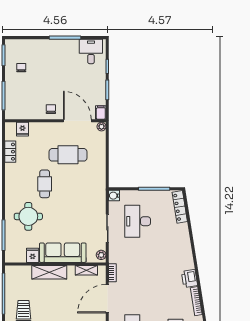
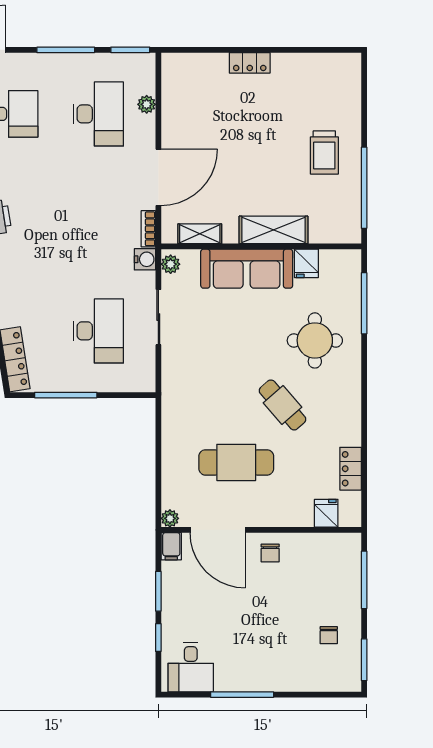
cafe table: (45, 184) -> (282, 405), turned -41
water cooler: (114, 196) -> (145, 259), moved

